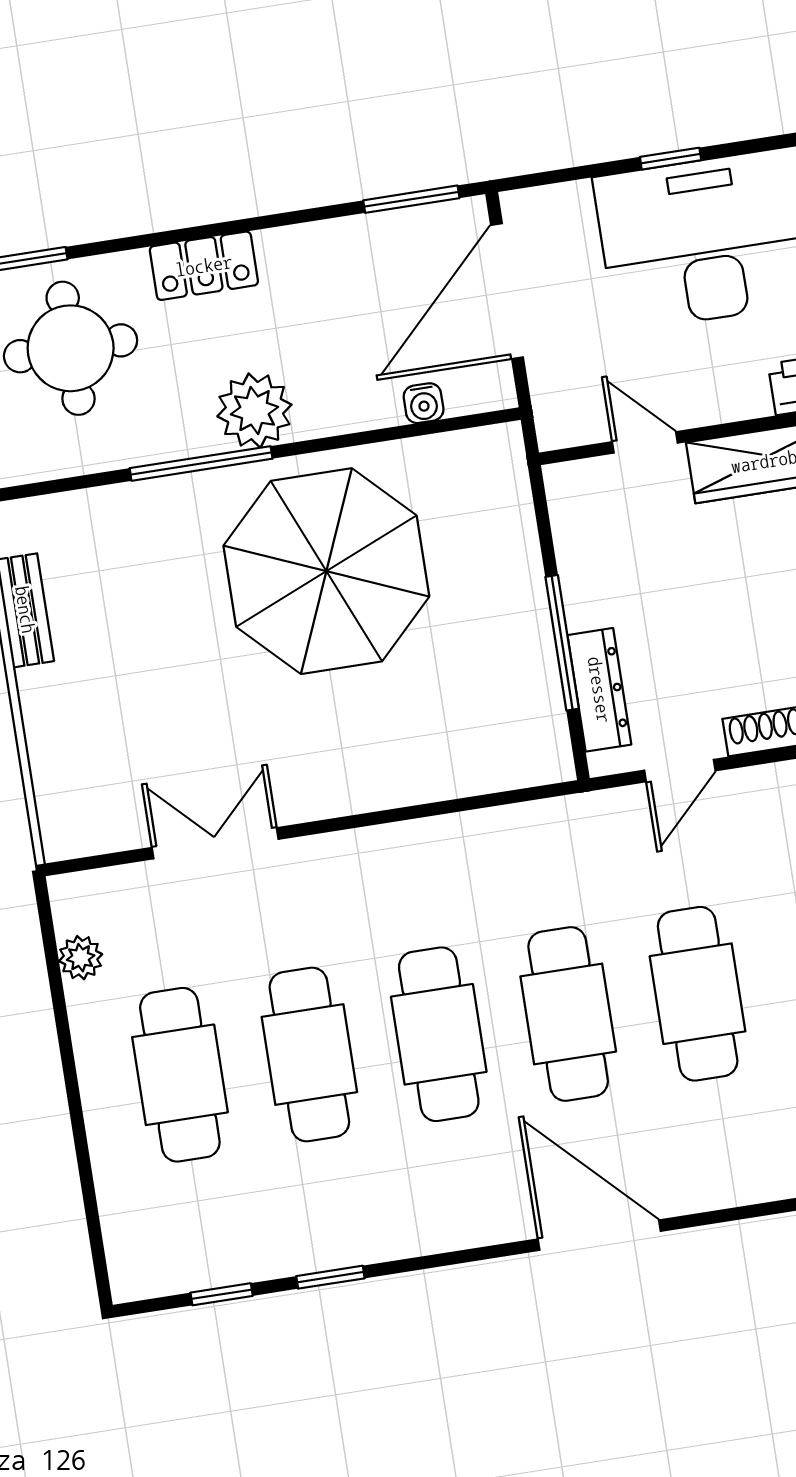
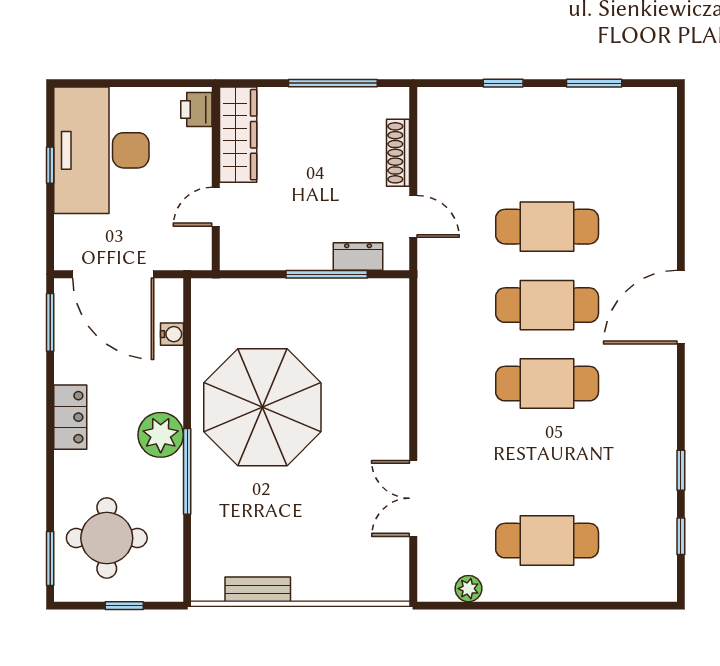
locker: (204, 266) -> (70, 417), moved
dresser: (599, 690) -> (358, 257), width x0.70
cafe table: (309, 1055) -> (547, 462), removed

